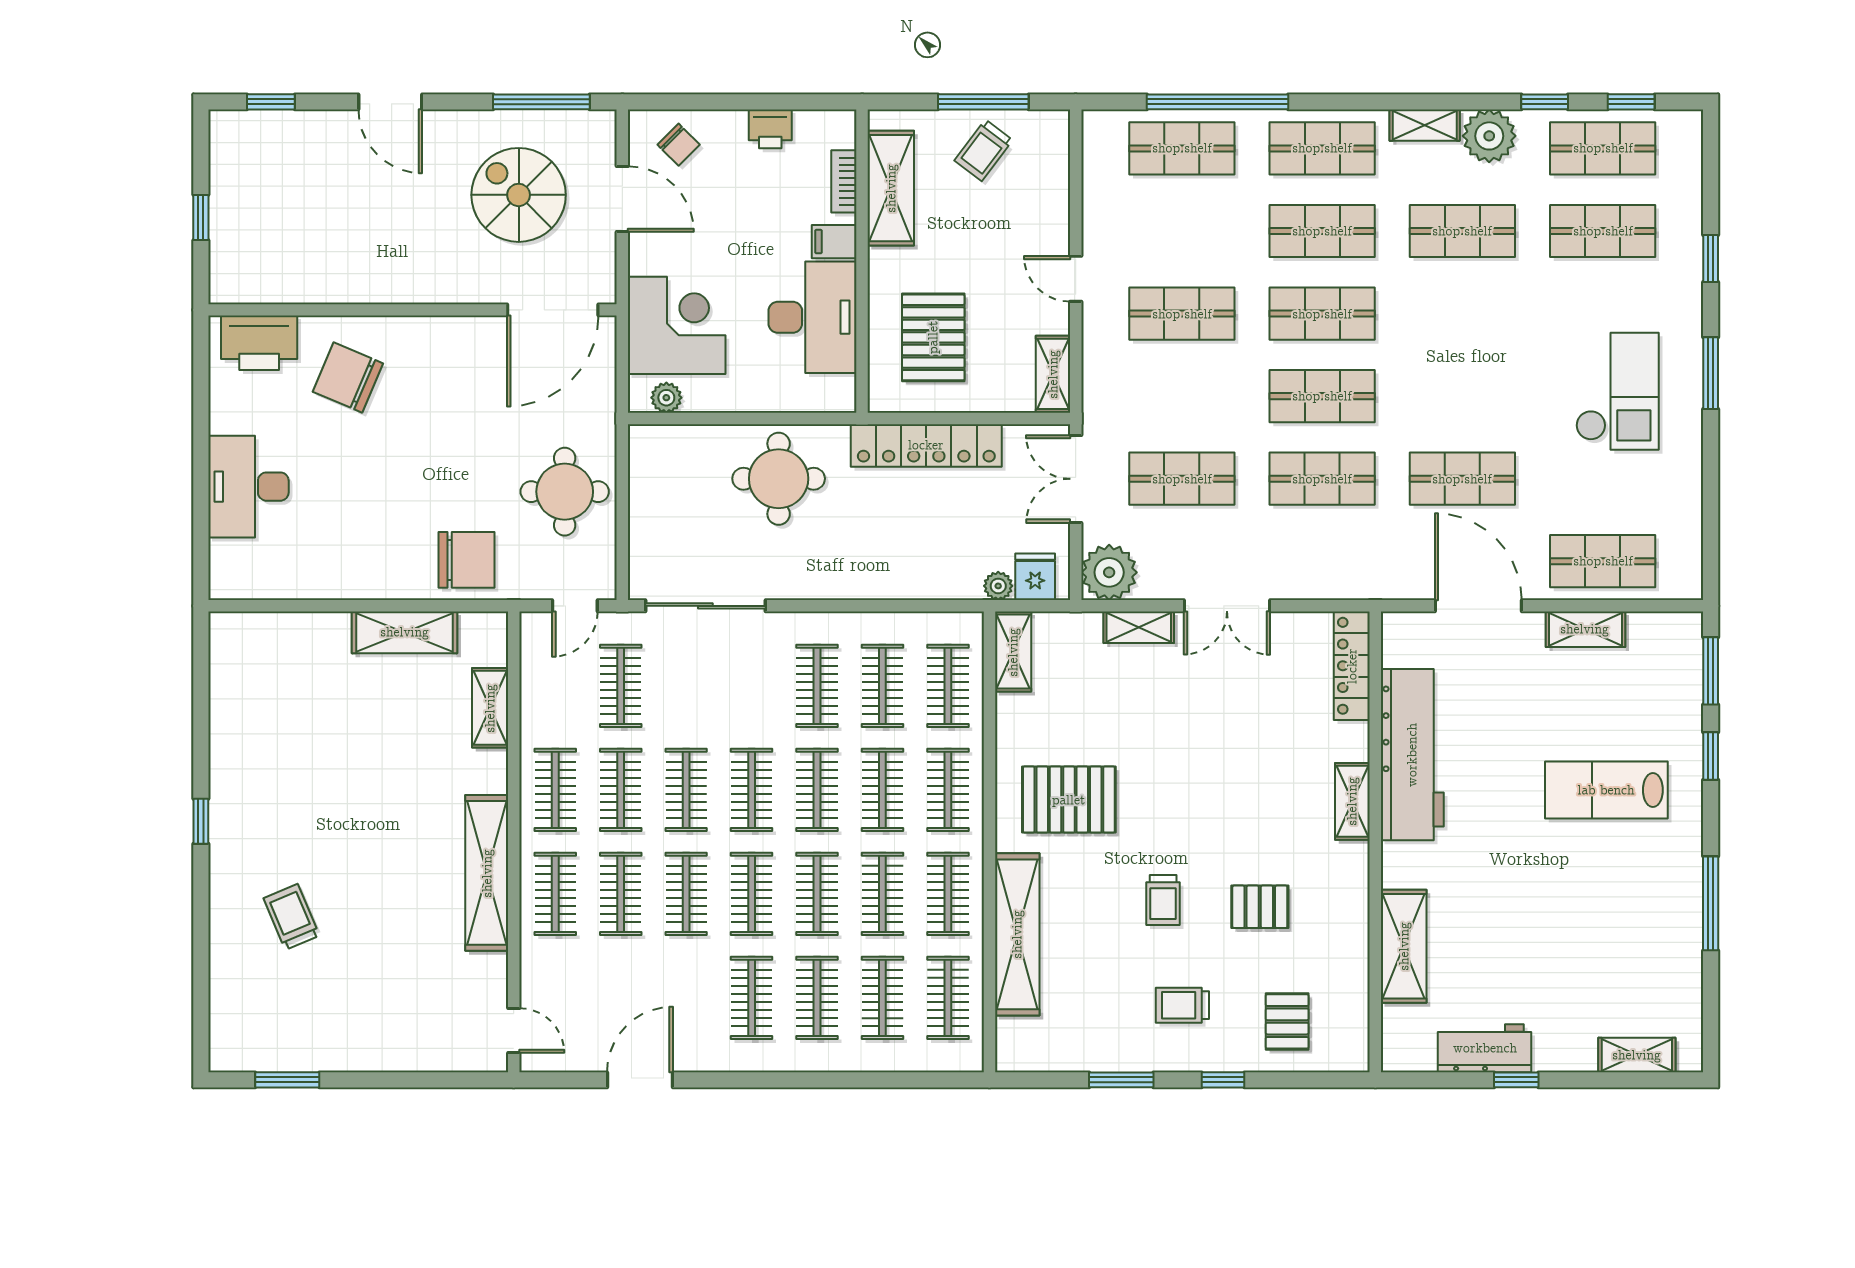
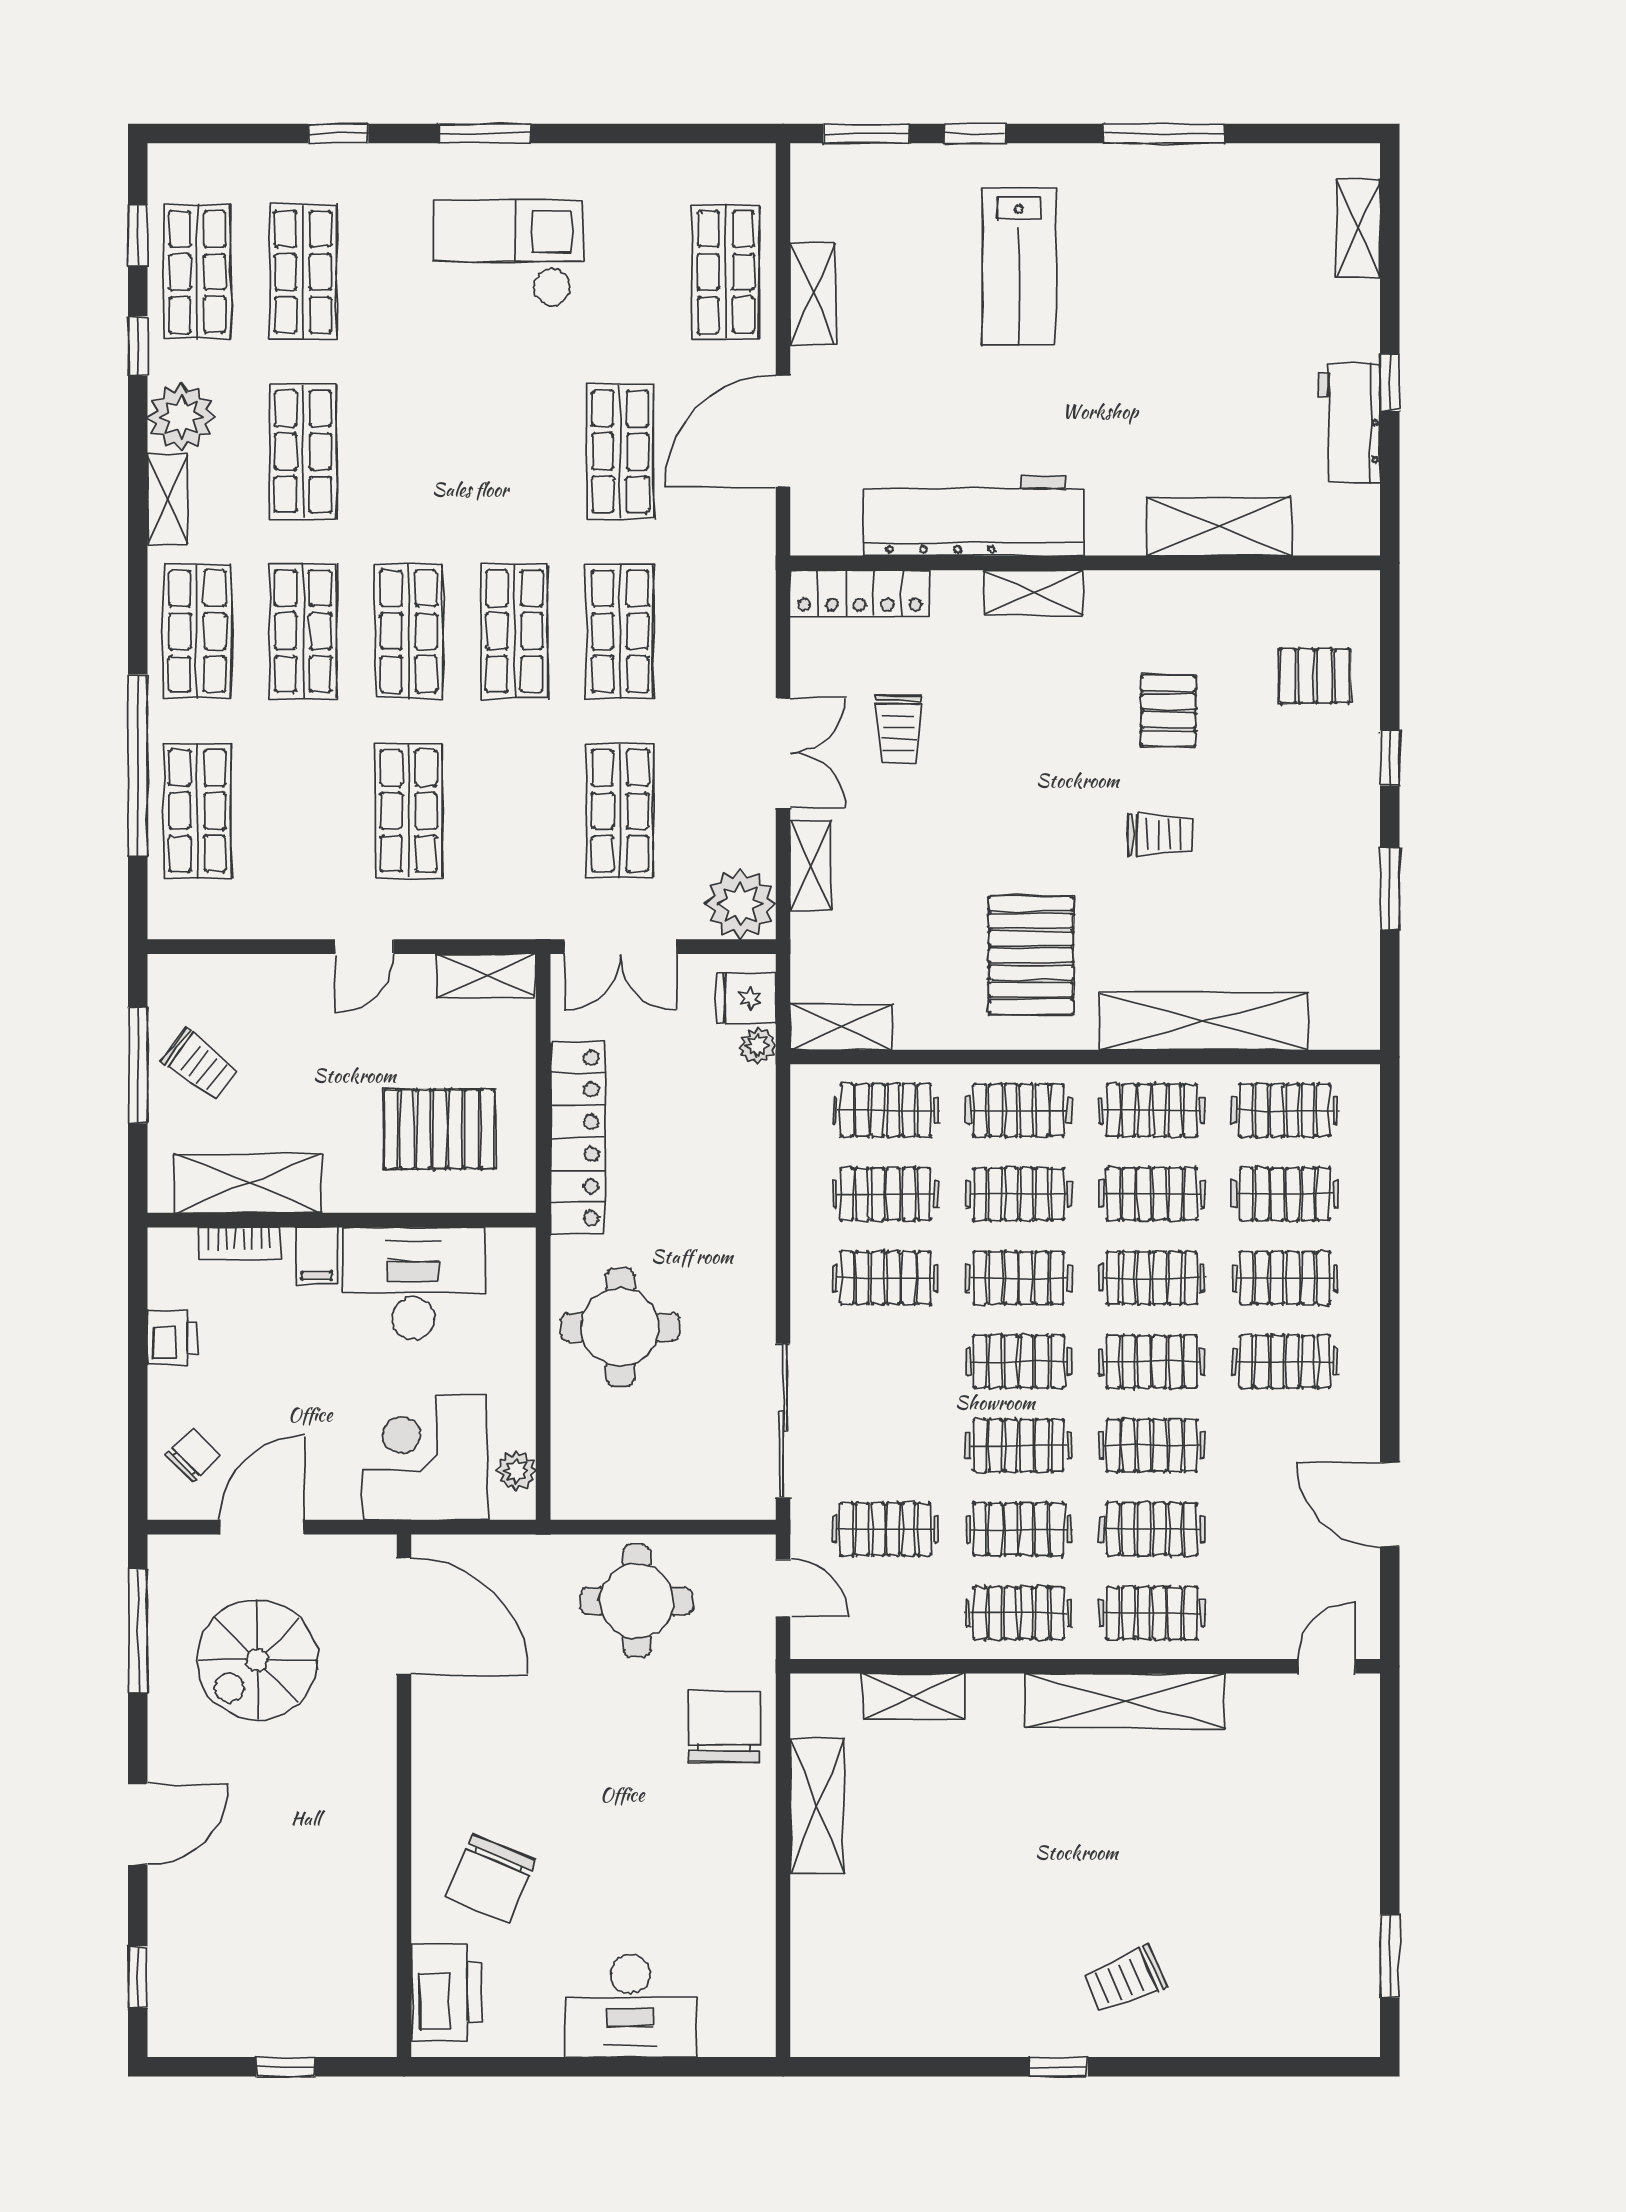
trolley: (291, 917) -> (1125, 1980), moved
trolley: (1182, 1005) -> (898, 729), moved

